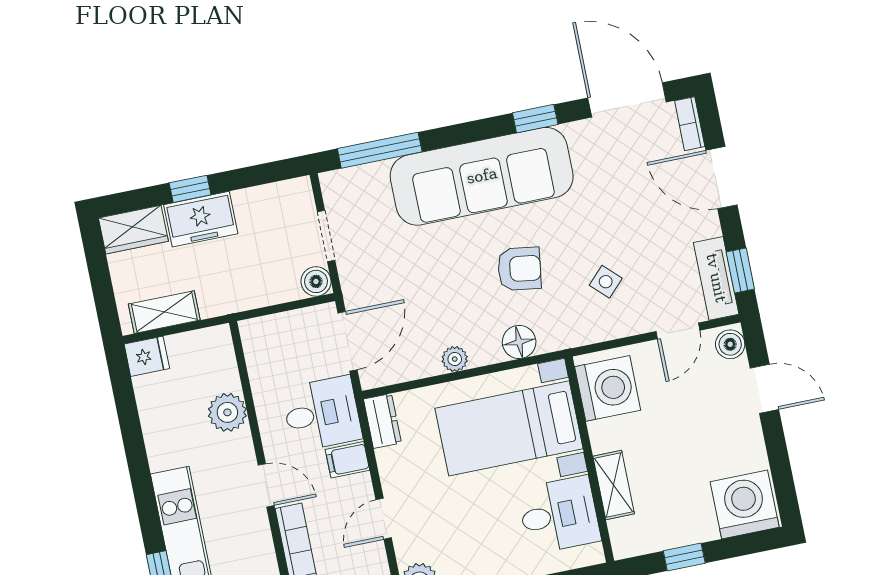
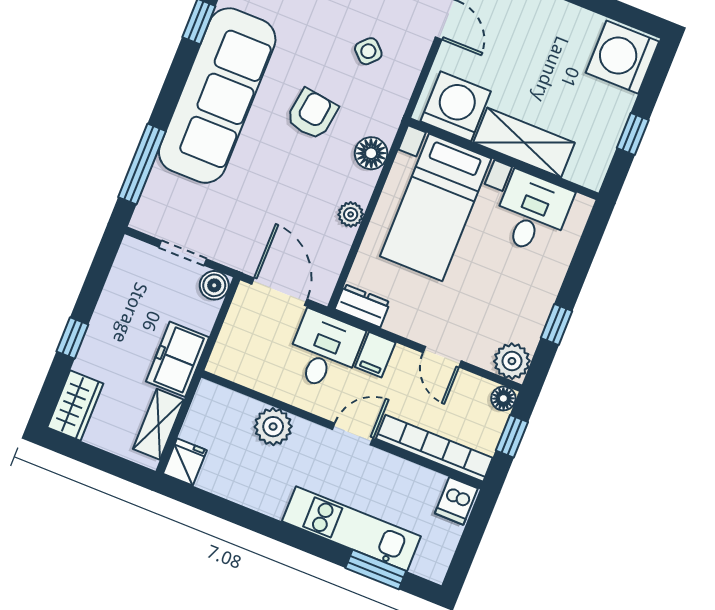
freezer: (201, 219) -> (178, 359), moved, turned 180
shelving: (614, 485) -> (524, 143), width x1.50, depth x1.33

